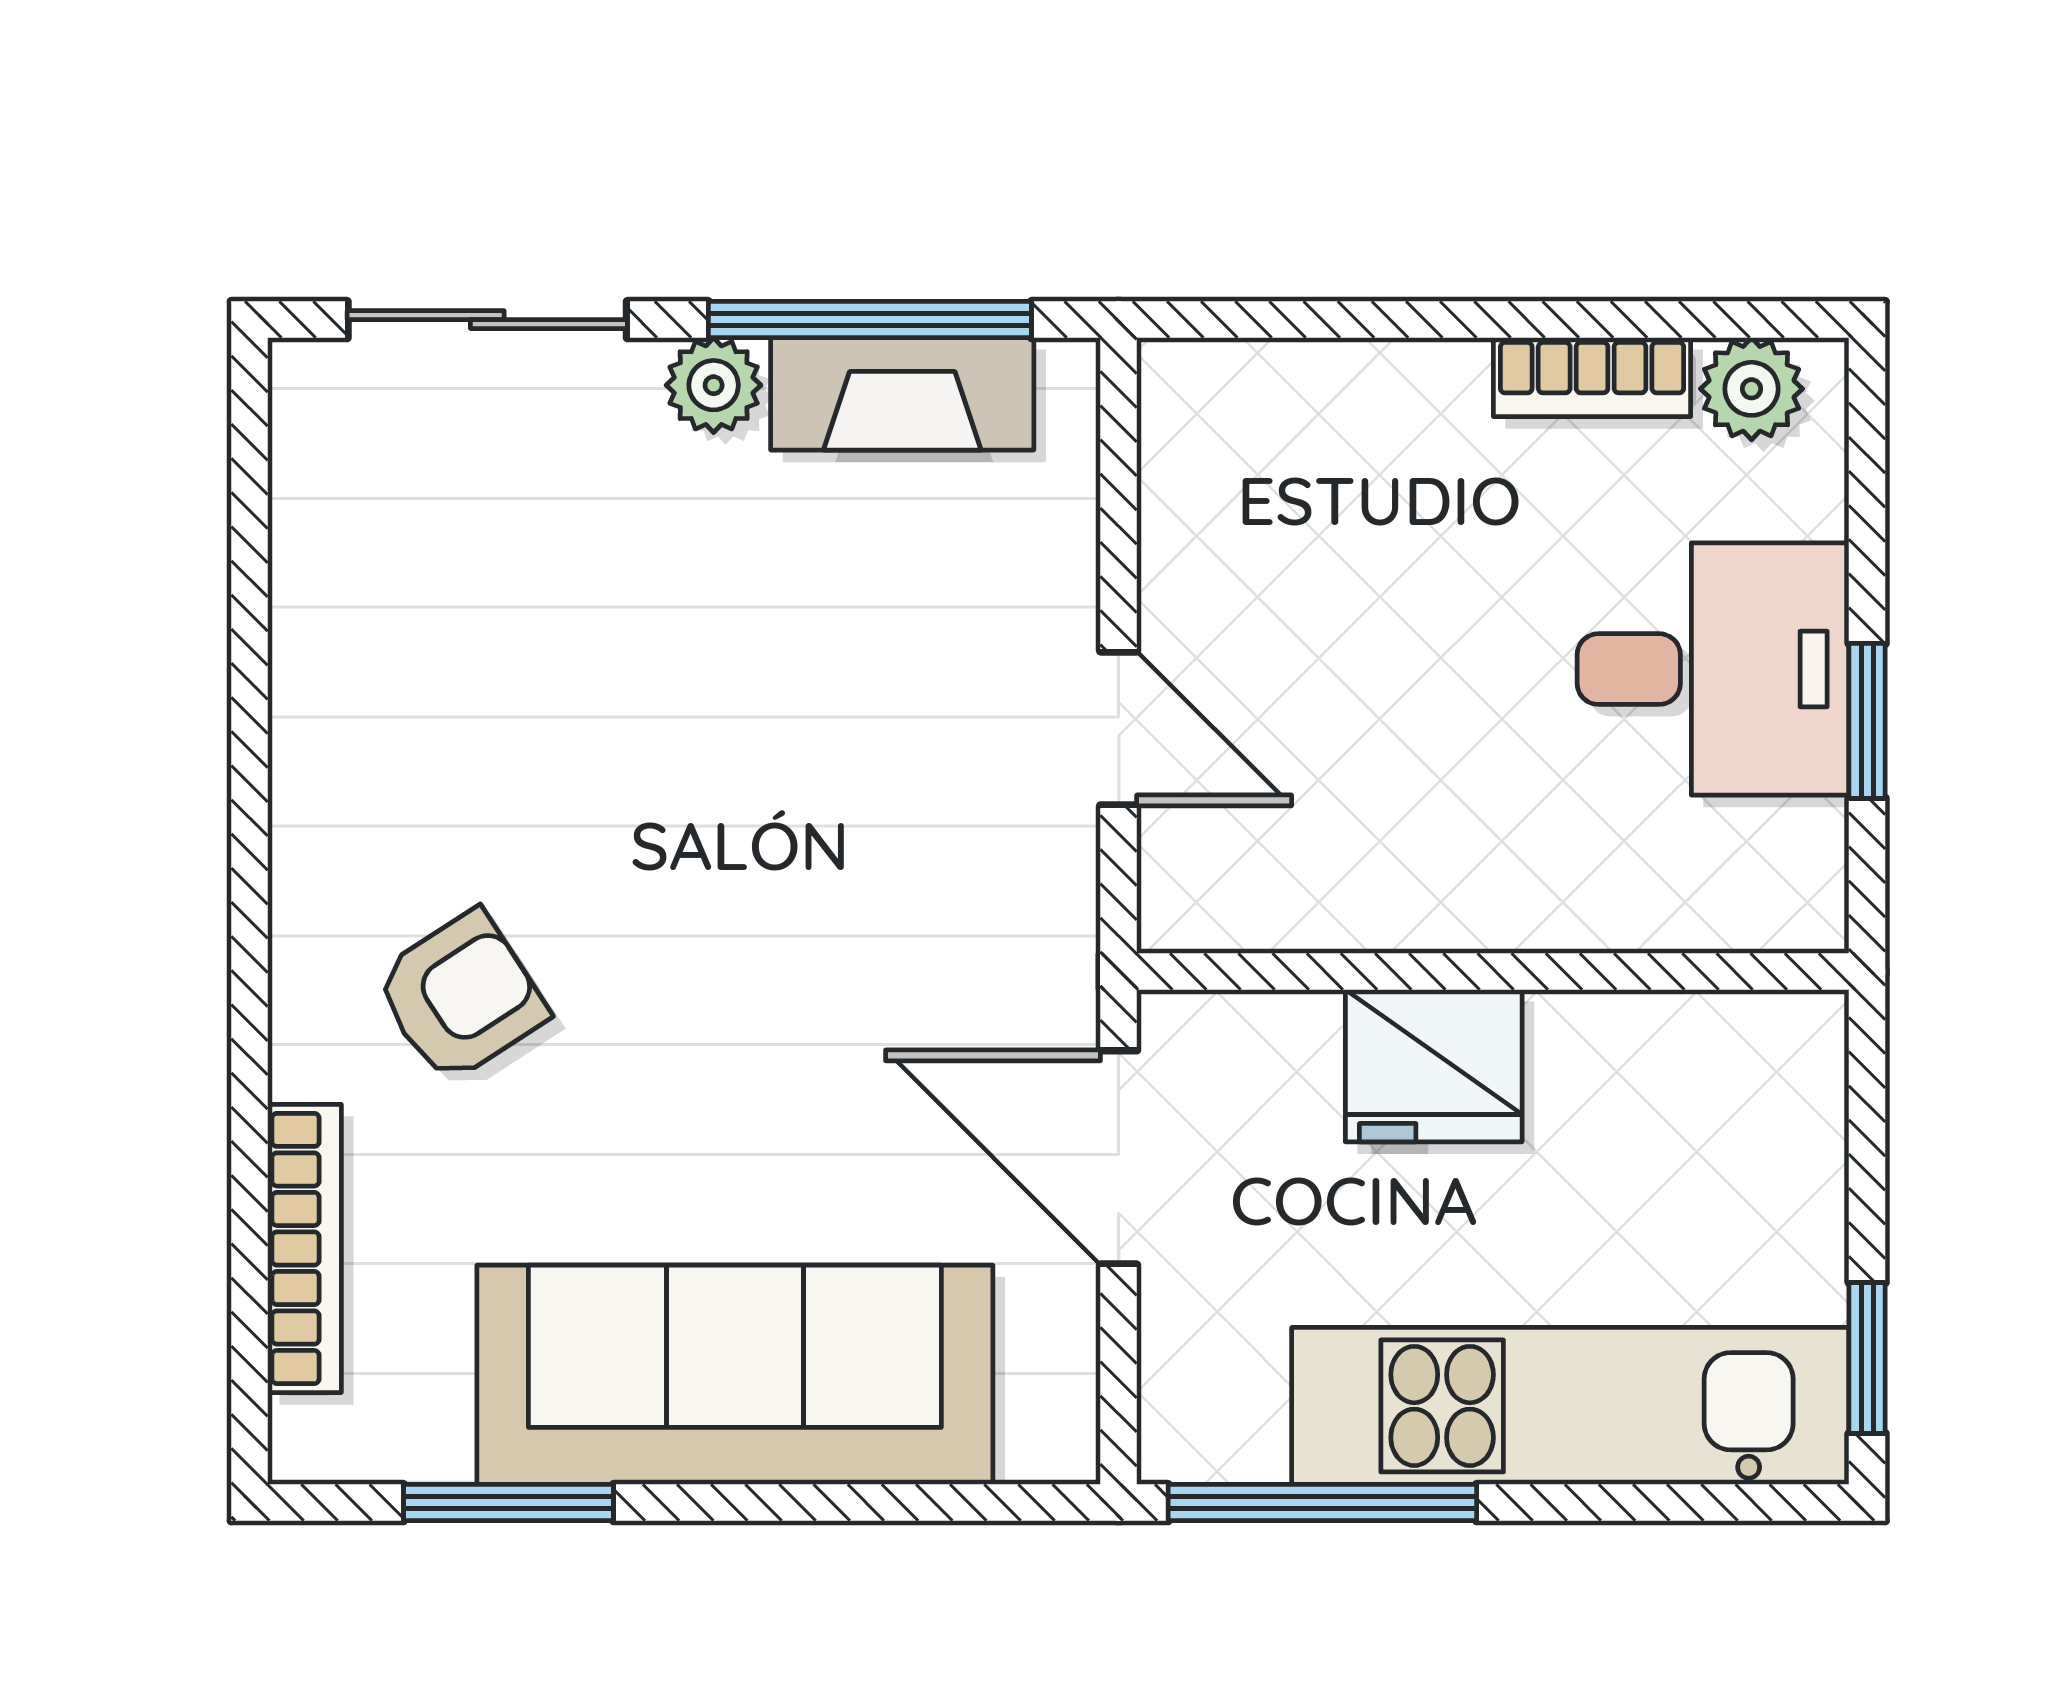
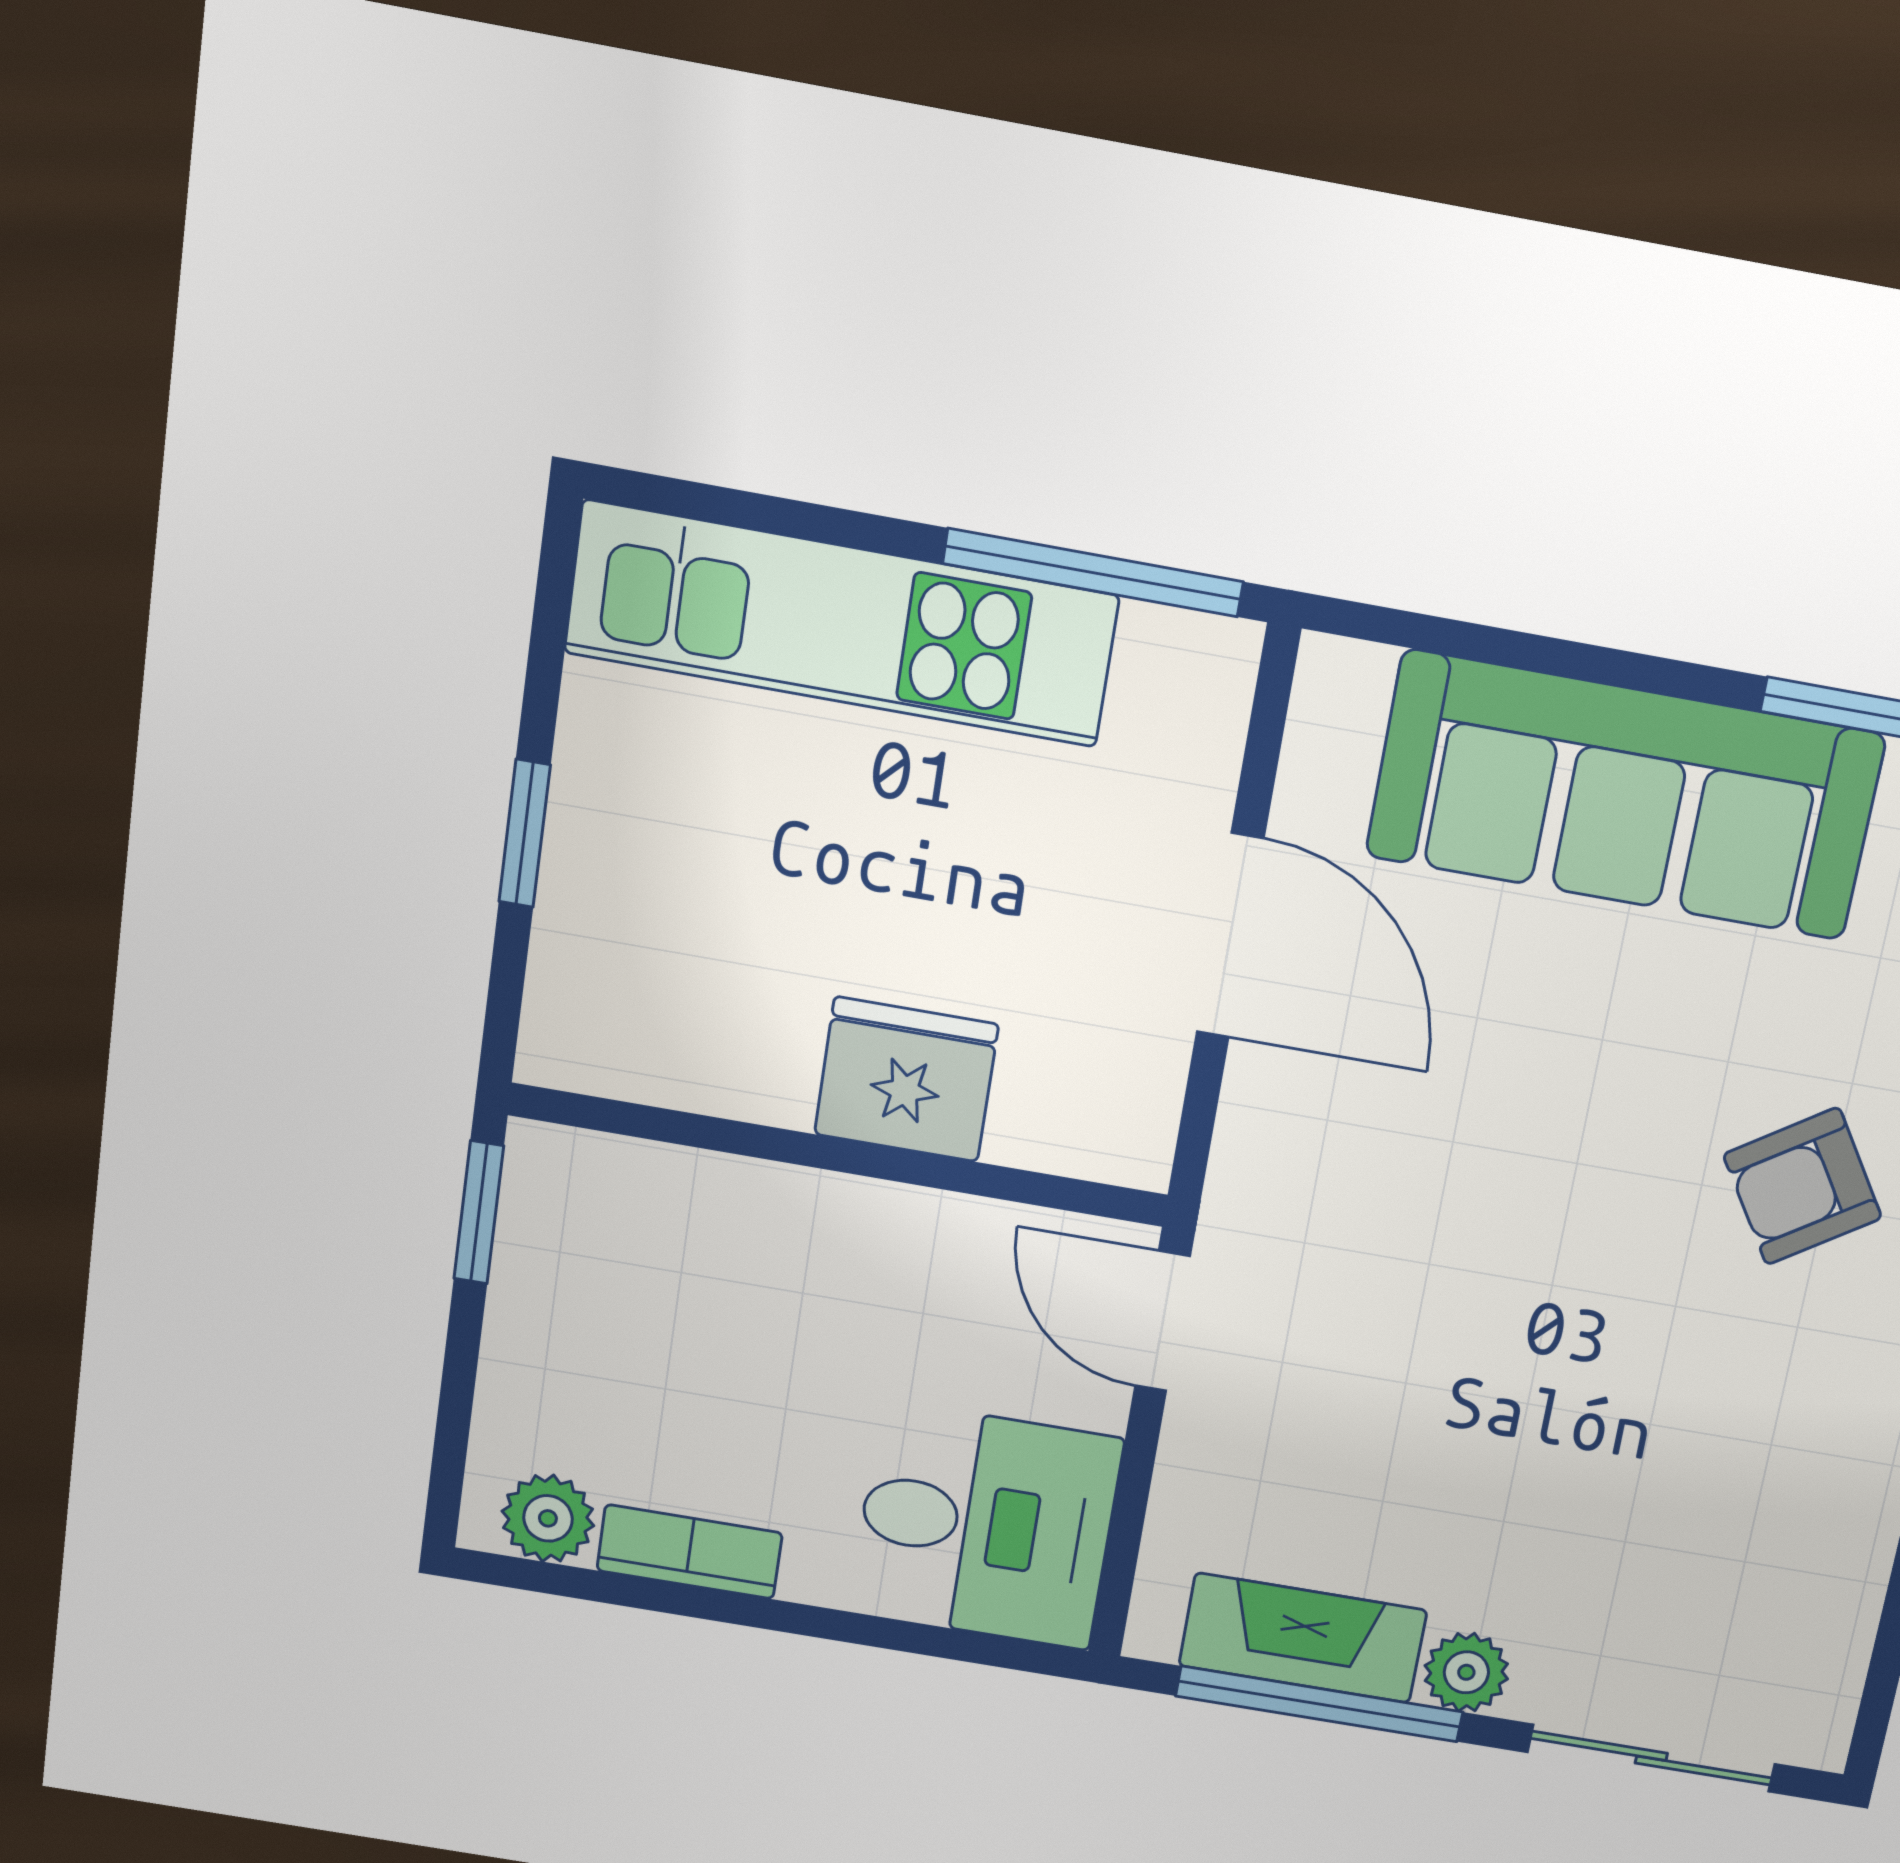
desk: (1713, 669) -> (986, 1526), moved, turned 180
wall: (1493, 971) -> (839, 1155), moved
fridge: (1434, 1066) -> (906, 1079), moved
window: (1867, 1358) -> (525, 833), moved

